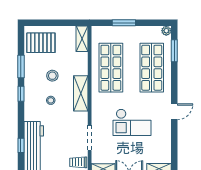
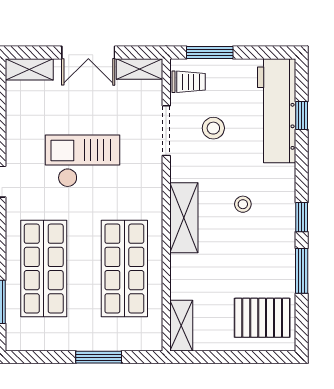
plant: (166, 31) -> (15, 341), removed
stool: (52, 76) -> (213, 128), moved

